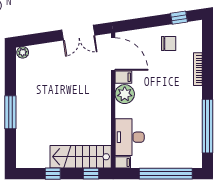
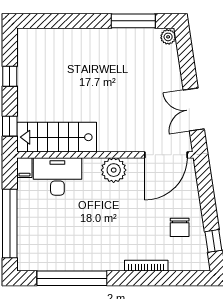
filing cabinet: (123, 77) -> (136, 168), removed
window: (10, 112) -> (133, 21), moved
stairs: (81, 157) -> (57, 137), moved, turned -90

